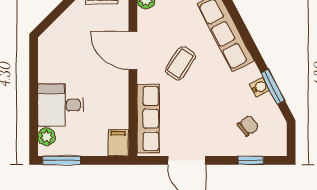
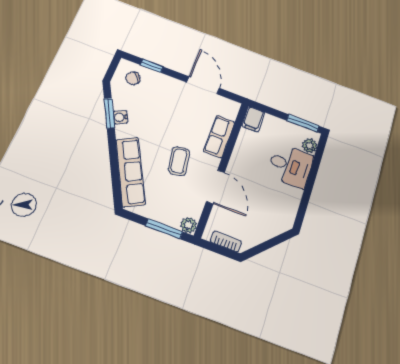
coffee table: (180, 63) -> (179, 161), turned -44
row of seats: (148, 119) -> (219, 137), width x0.68
chair: (248, 126) -> (133, 78), moved

